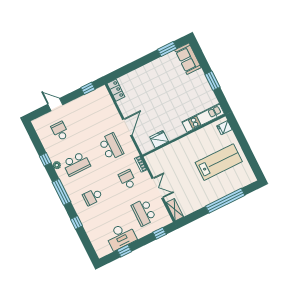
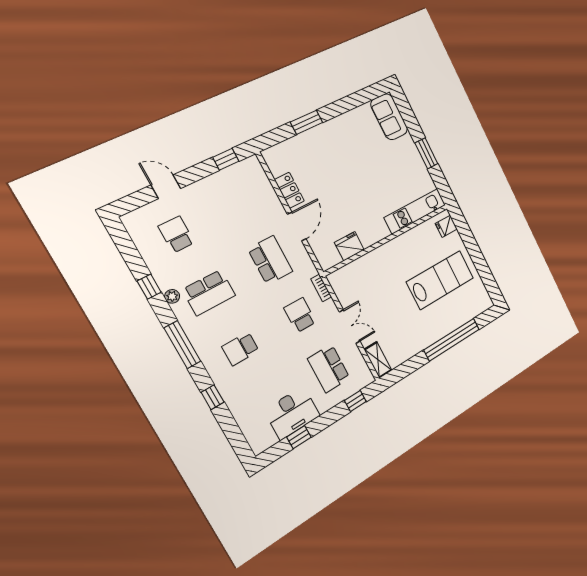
window: (167, 49) -> (307, 122), moved
locker: (116, 90) -> (289, 190), moved

